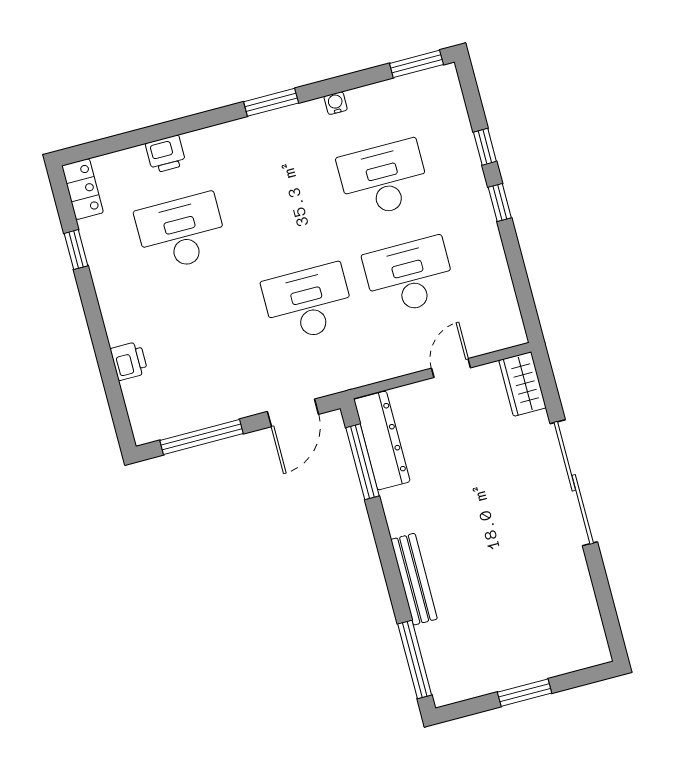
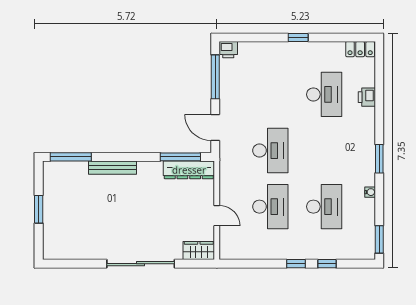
window: (76, 250) -> (298, 37), moved
printer: (129, 361) -> (228, 50), moved

